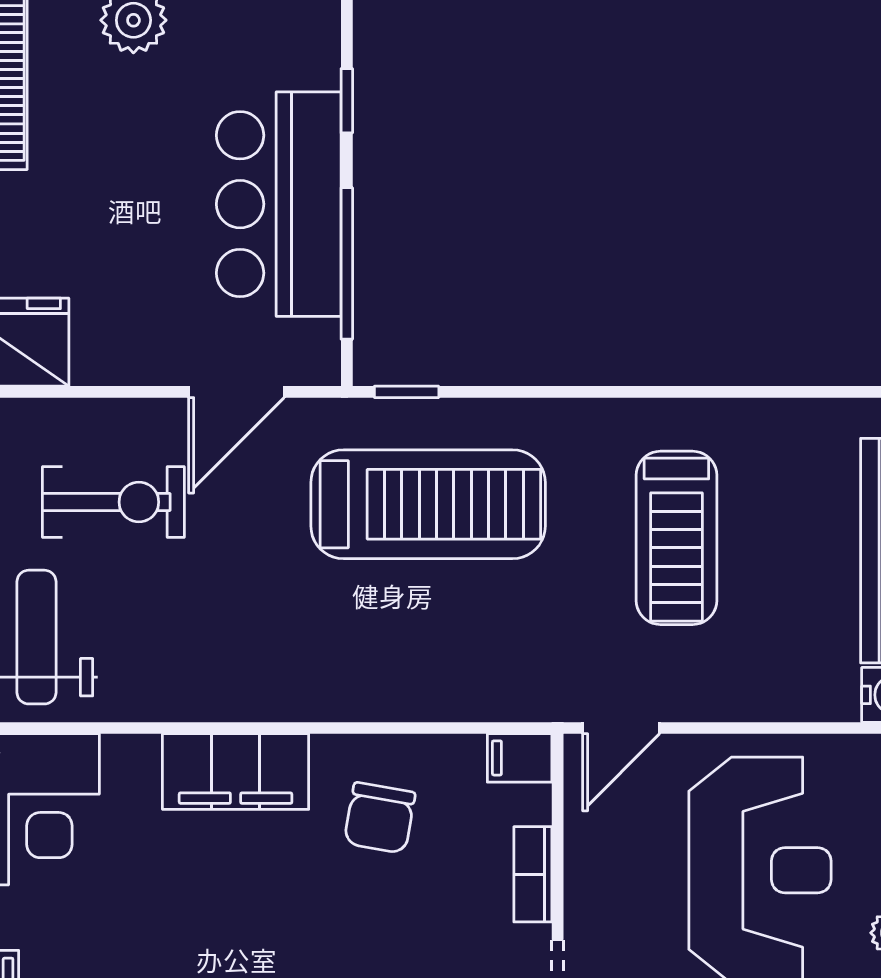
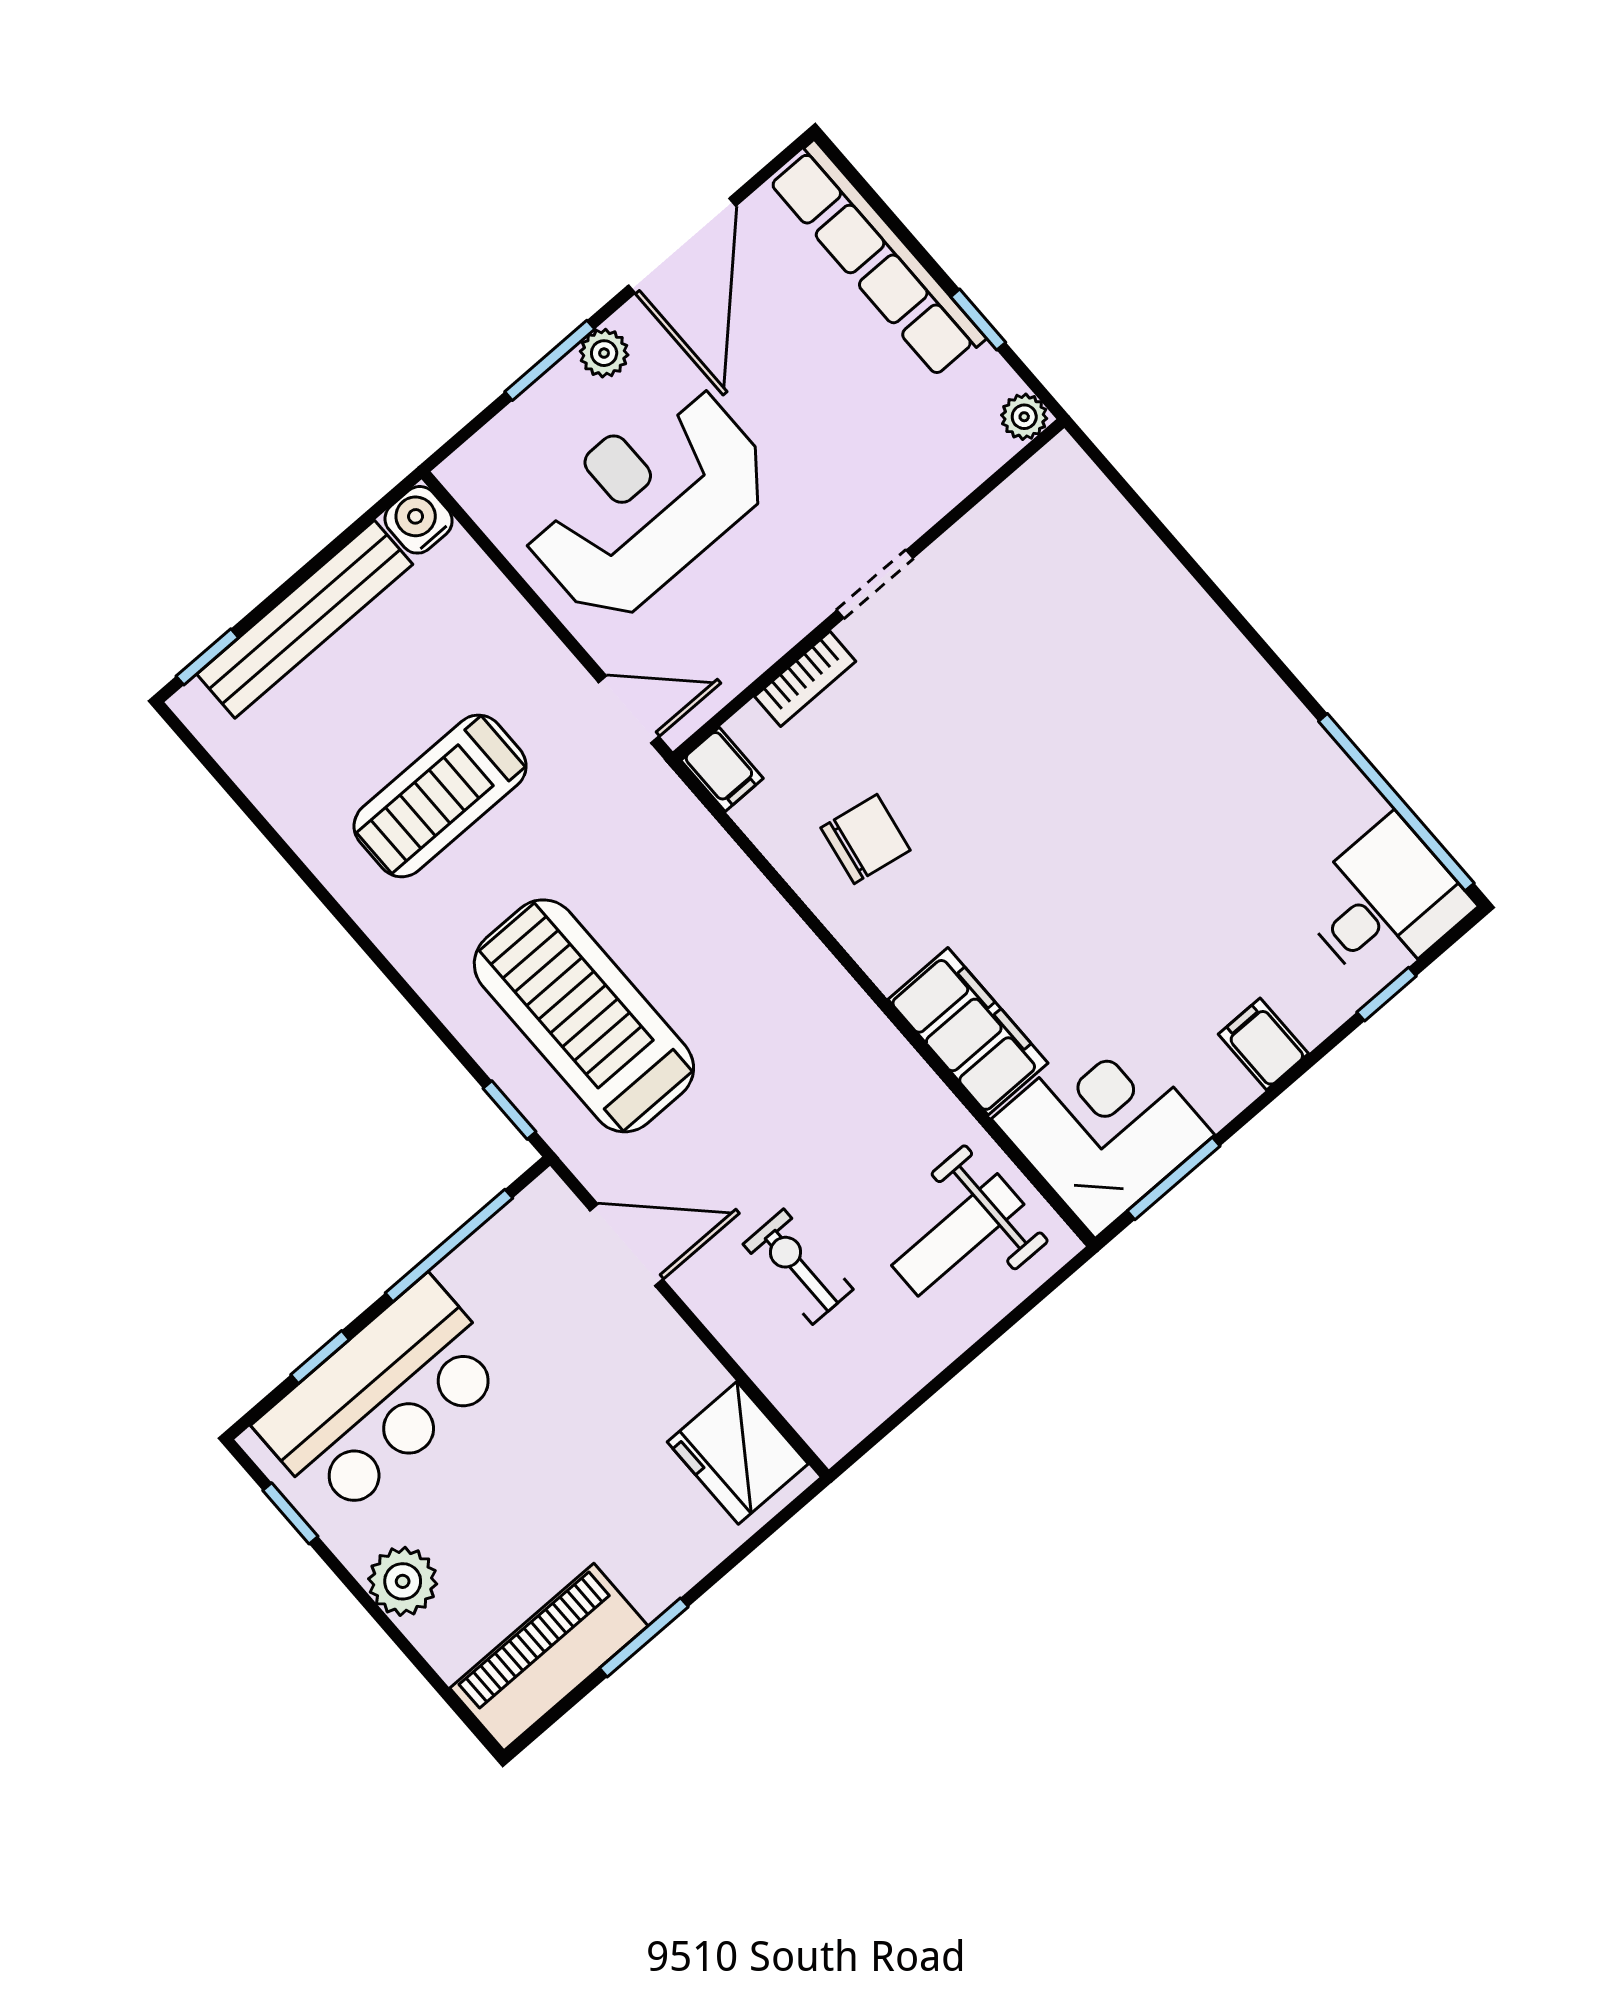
bar counter: (279, 204) -> (382, 1398), moved
exercise bike: (113, 502) -> (798, 1267), width x0.73, depth x0.72
treadmill: (676, 538) -> (440, 796), turned 180
filing cabinet: (236, 772) -> (968, 1031), moved

